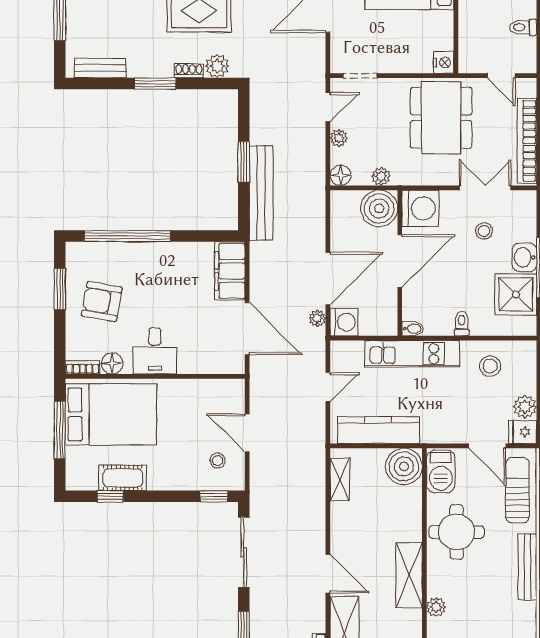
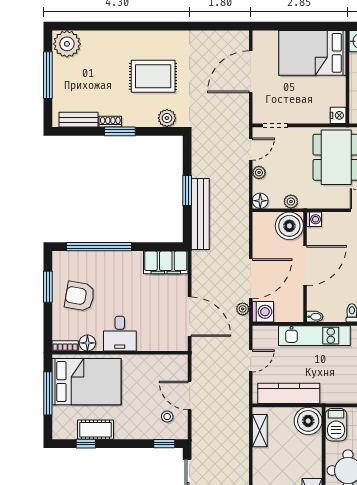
shoe rack: (189, 71) -> (110, 122), moved
washing machine: (420, 208) -> (314, 219), width x0.53, depth x0.53
filing cabinet: (230, 271) -> (166, 262), moved, turned -90

